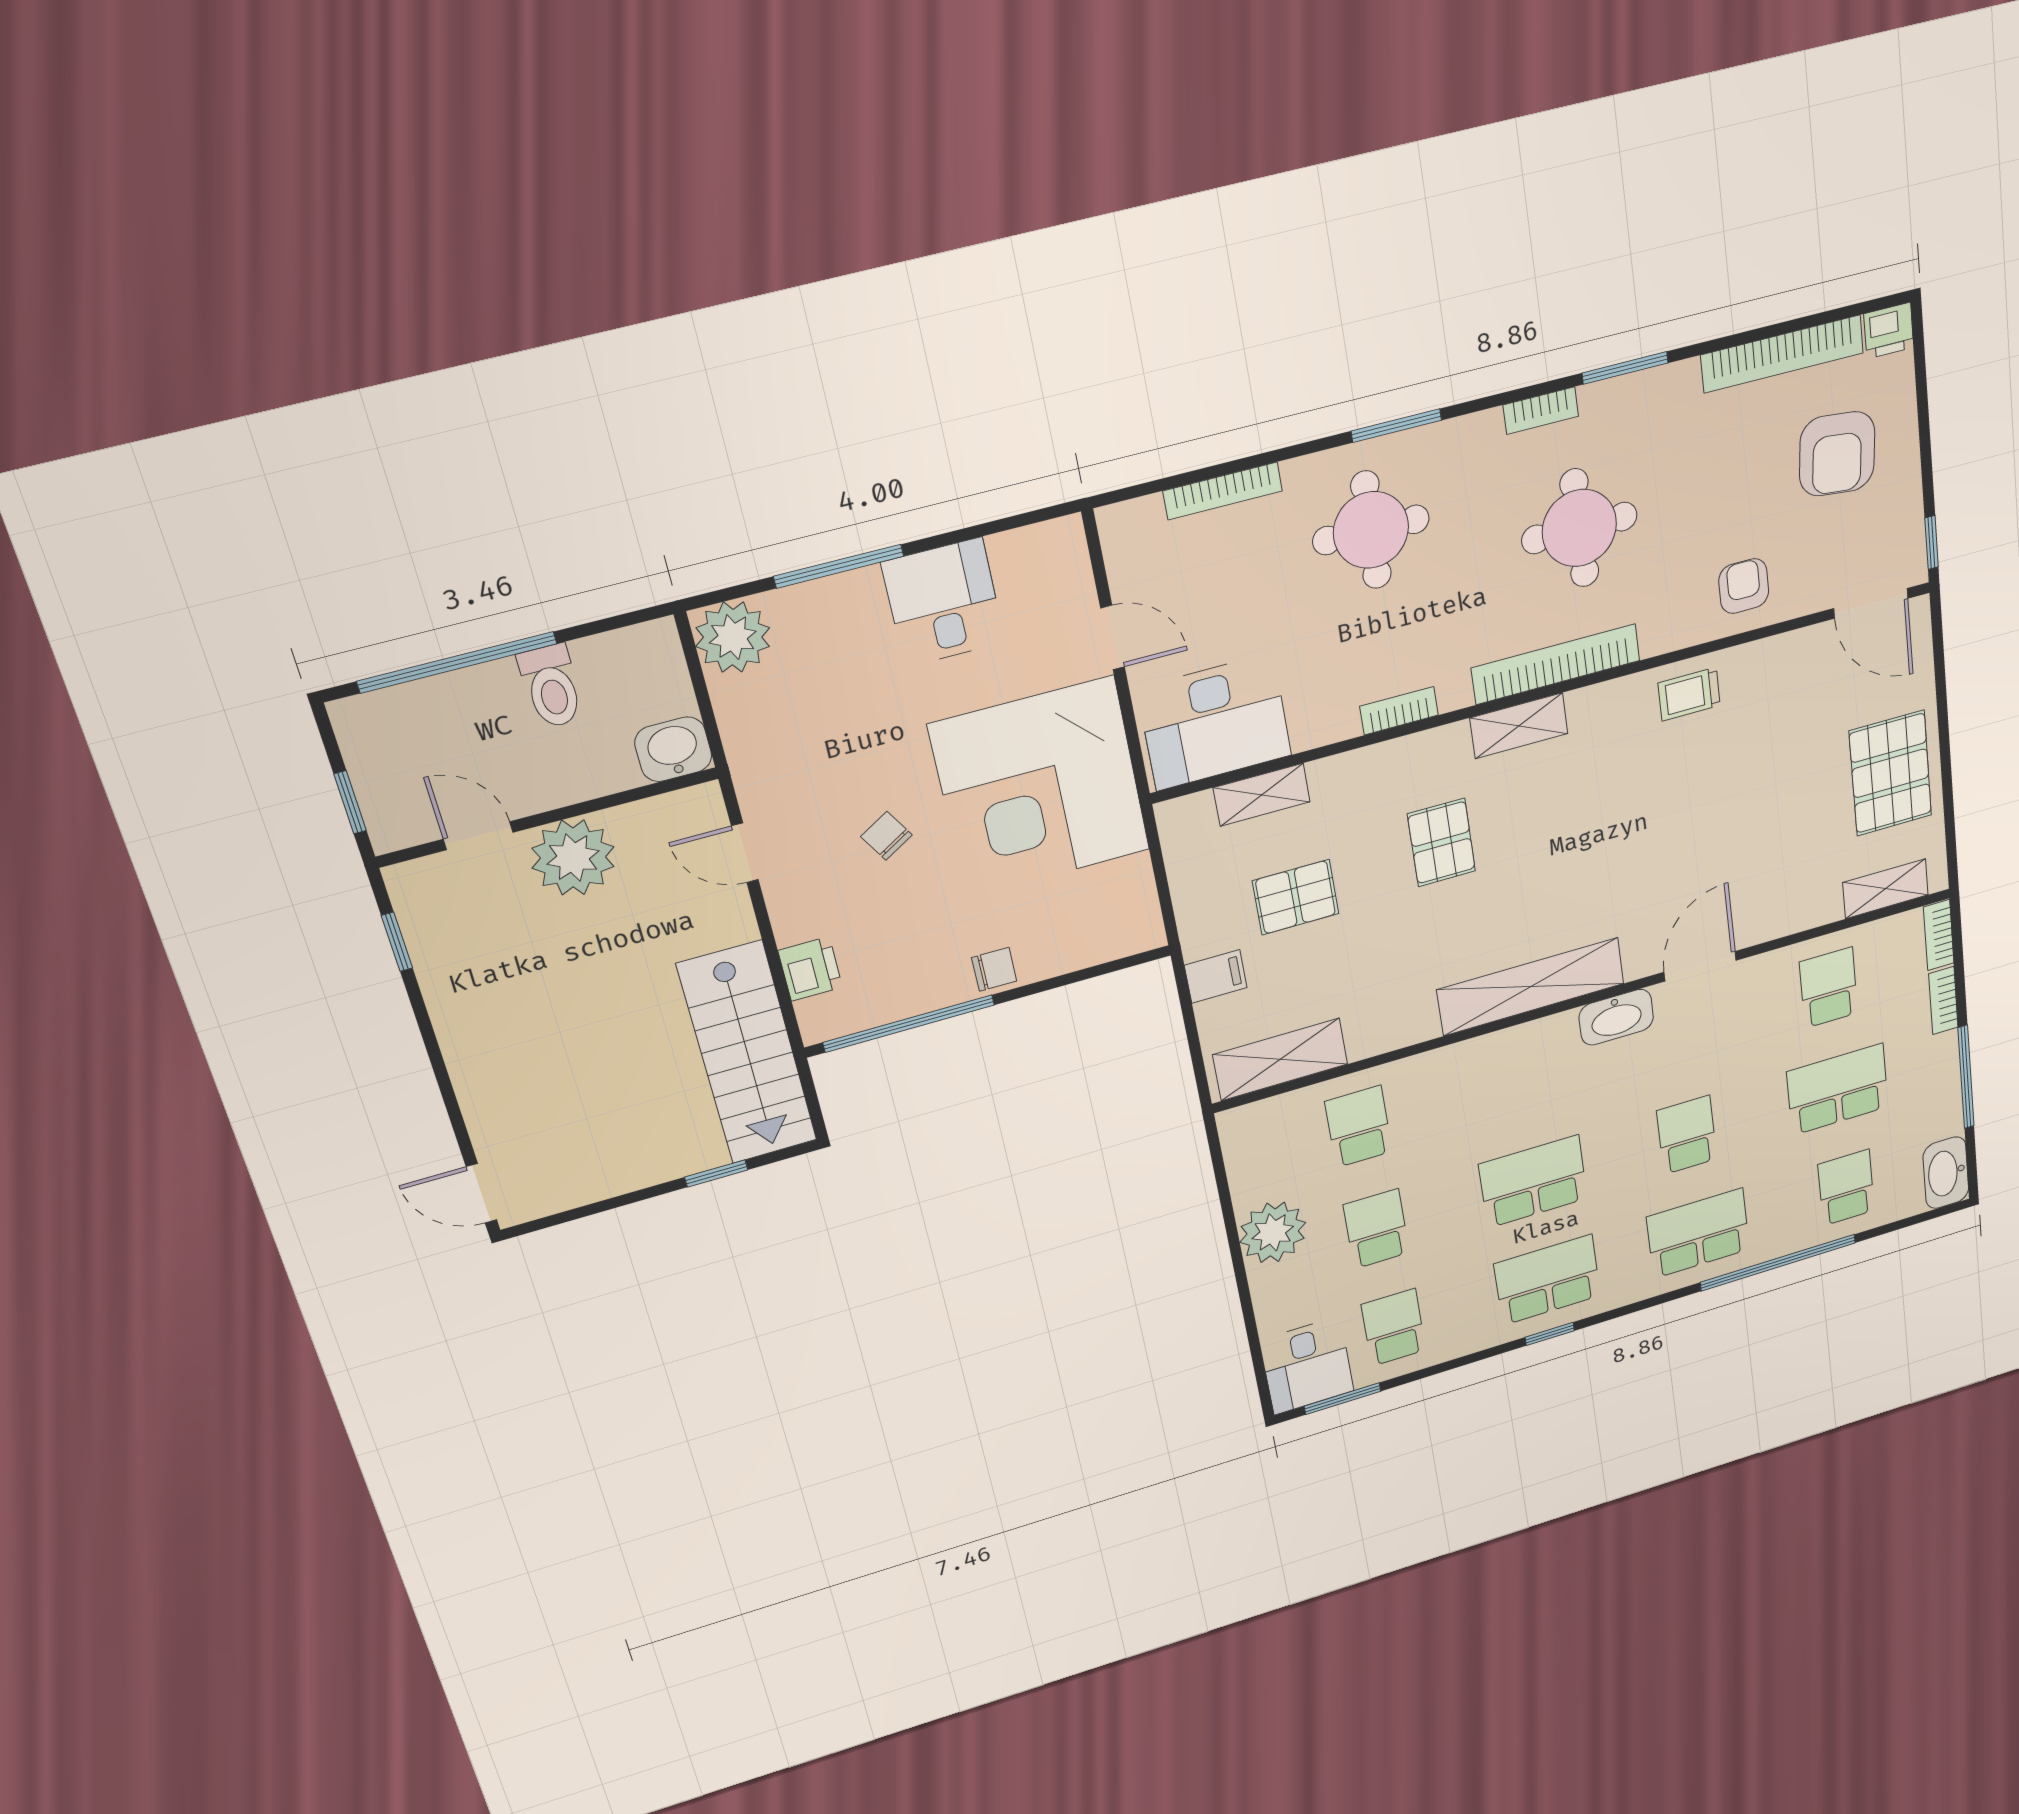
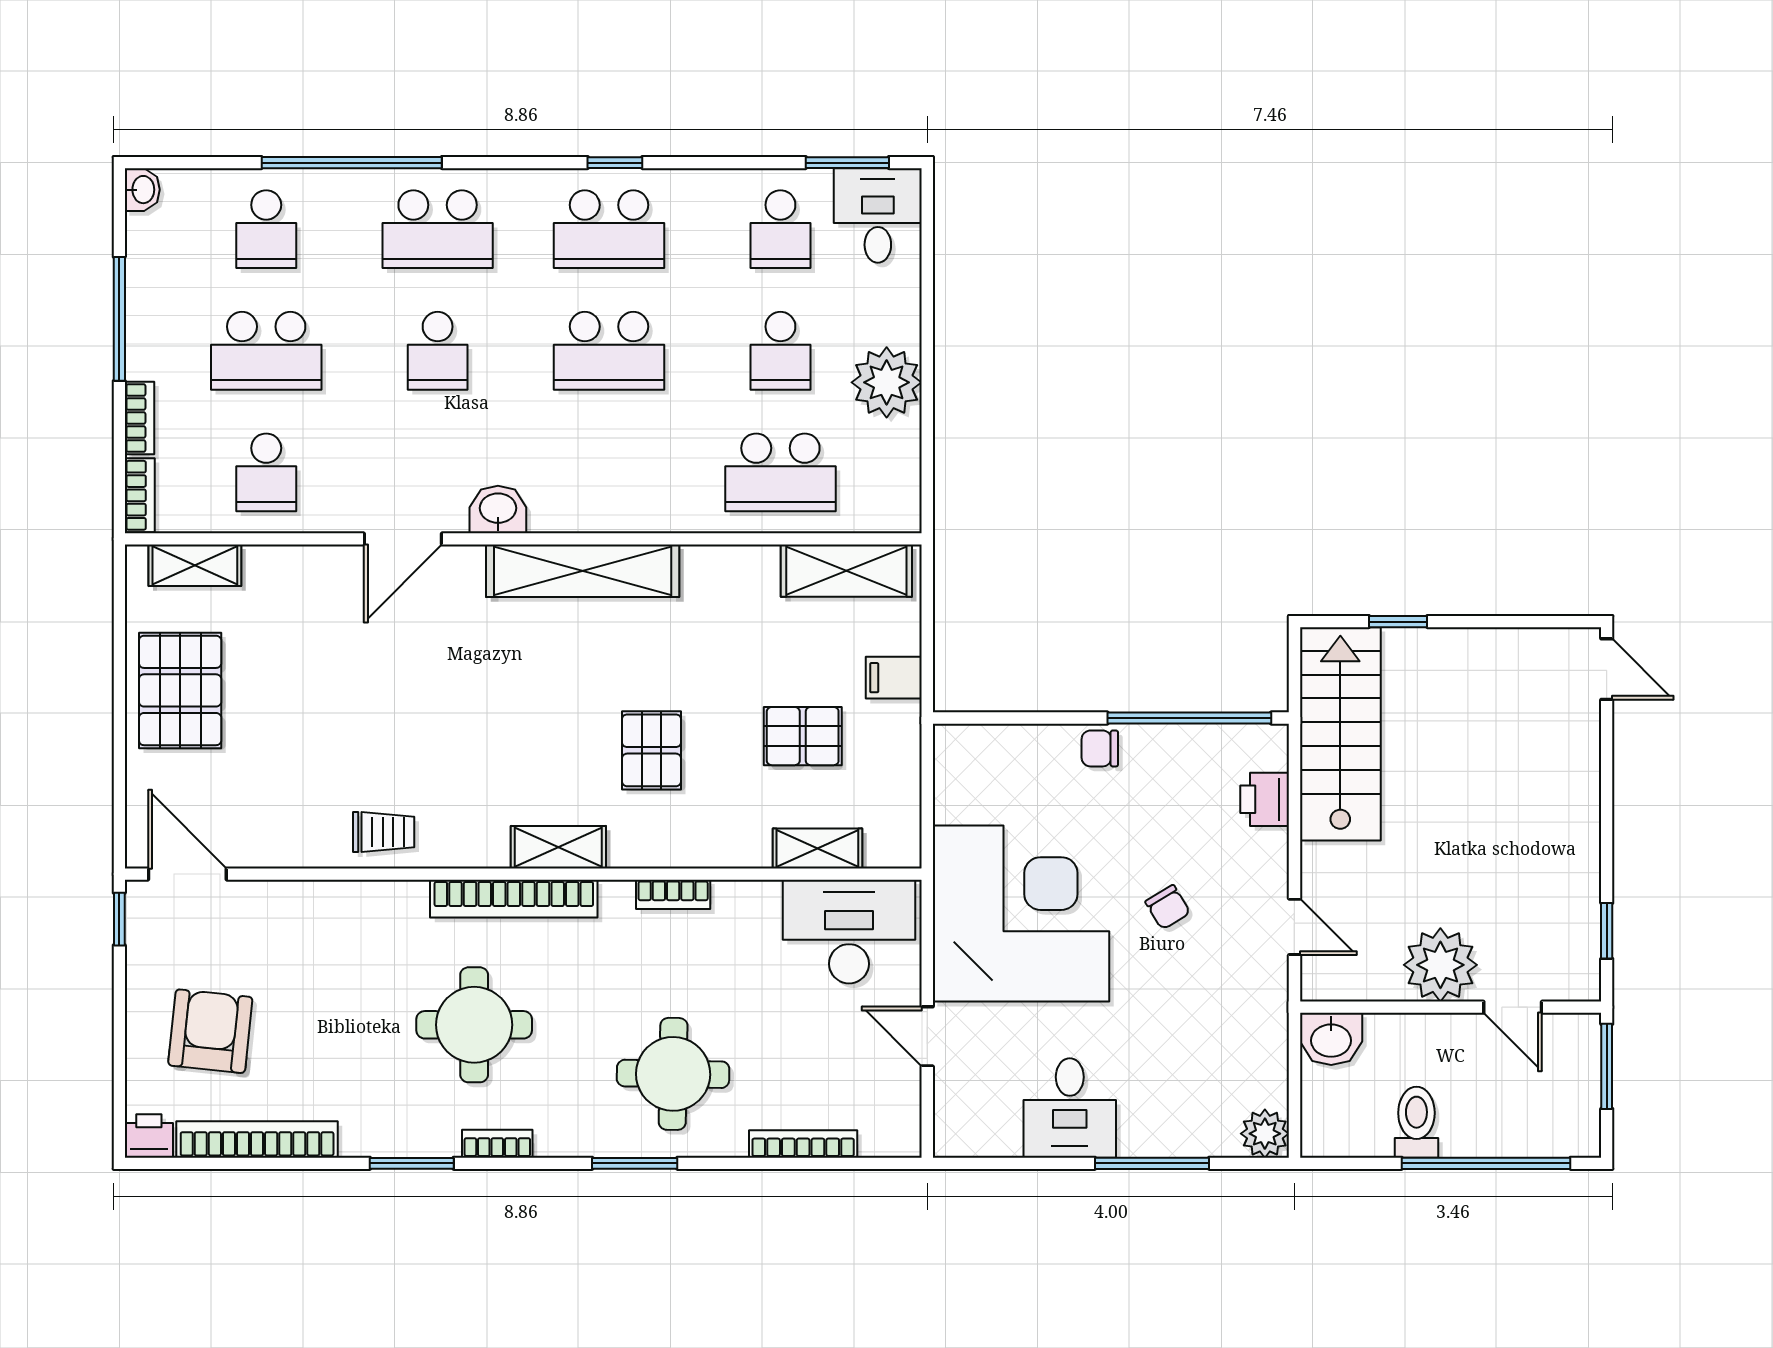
armchair: (1744, 586) -> (317, 926), removed
plant: (733, 637) -> (1265, 1134), width x0.73, depth x0.73
window: (350, 802) -> (1607, 1066), width x1.50
washbasin: (1616, 1017) -> (498, 510), width x0.72
school desk: (1359, 1127) -> (780, 472), width x1.85
washbasin: (1946, 1173) -> (142, 190), width x0.52, depth x0.69

